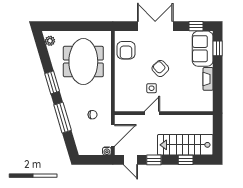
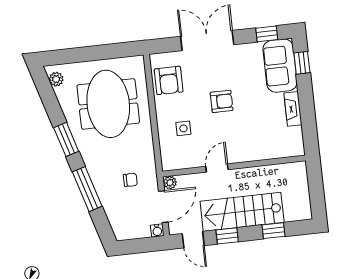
armchair: (160, 68) -> (222, 101), turned 133
side table: (152, 88) -> (183, 128), moved
plant: (119, 120) -> (170, 183), added
stairs: (185, 145) -> (242, 212), moved

